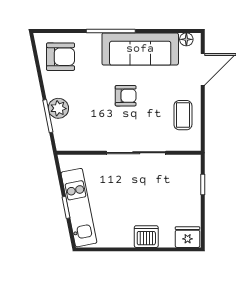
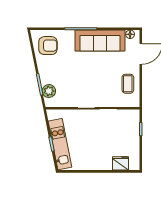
armchair: (126, 96) -> (90, 71), removed
plant: (58, 108) -> (49, 91), moved
dishwasher: (146, 237) -> (104, 163), removed
fridge: (188, 237) -> (121, 163), moved

